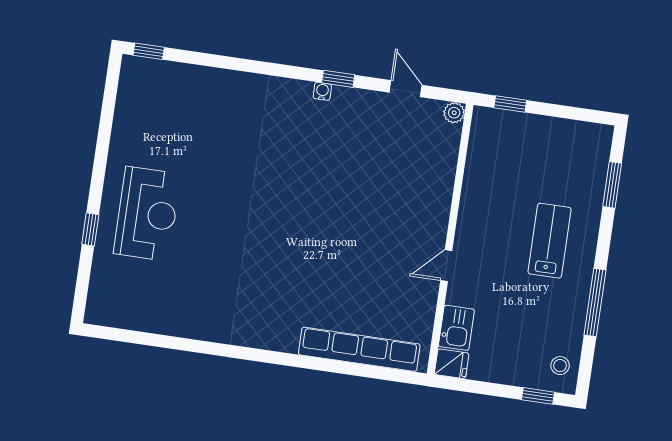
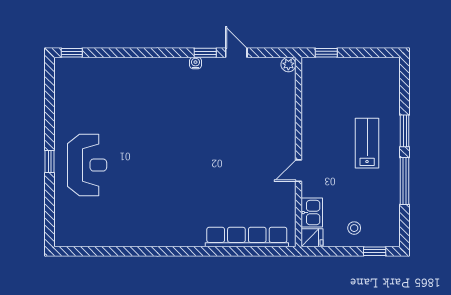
door: (406, 89) -> (236, 53), moved
window: (612, 185) -> (405, 131), moved
window: (90, 229) -> (49, 162), moved
stool: (560, 366) -> (354, 228), moved

